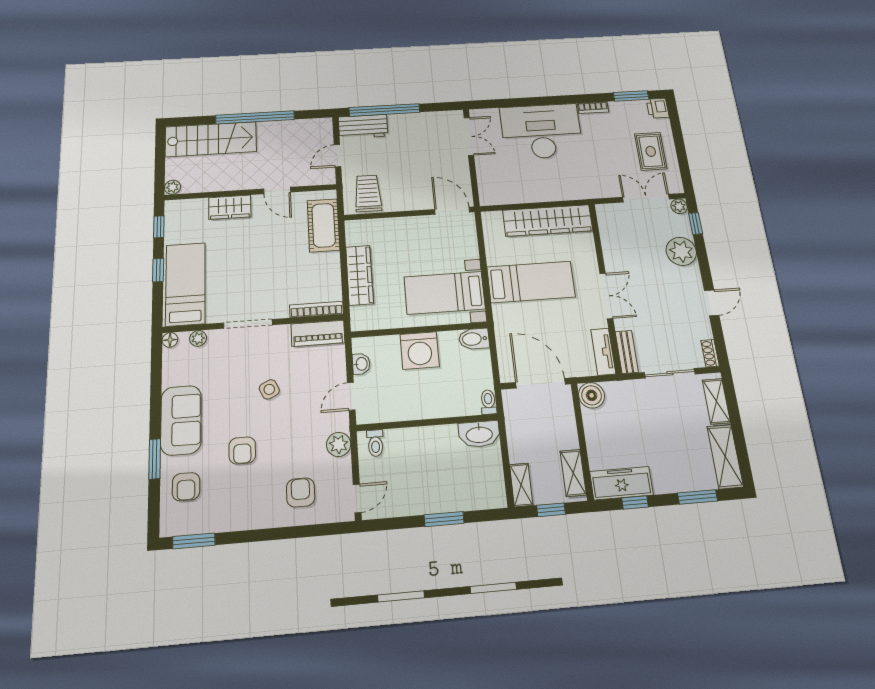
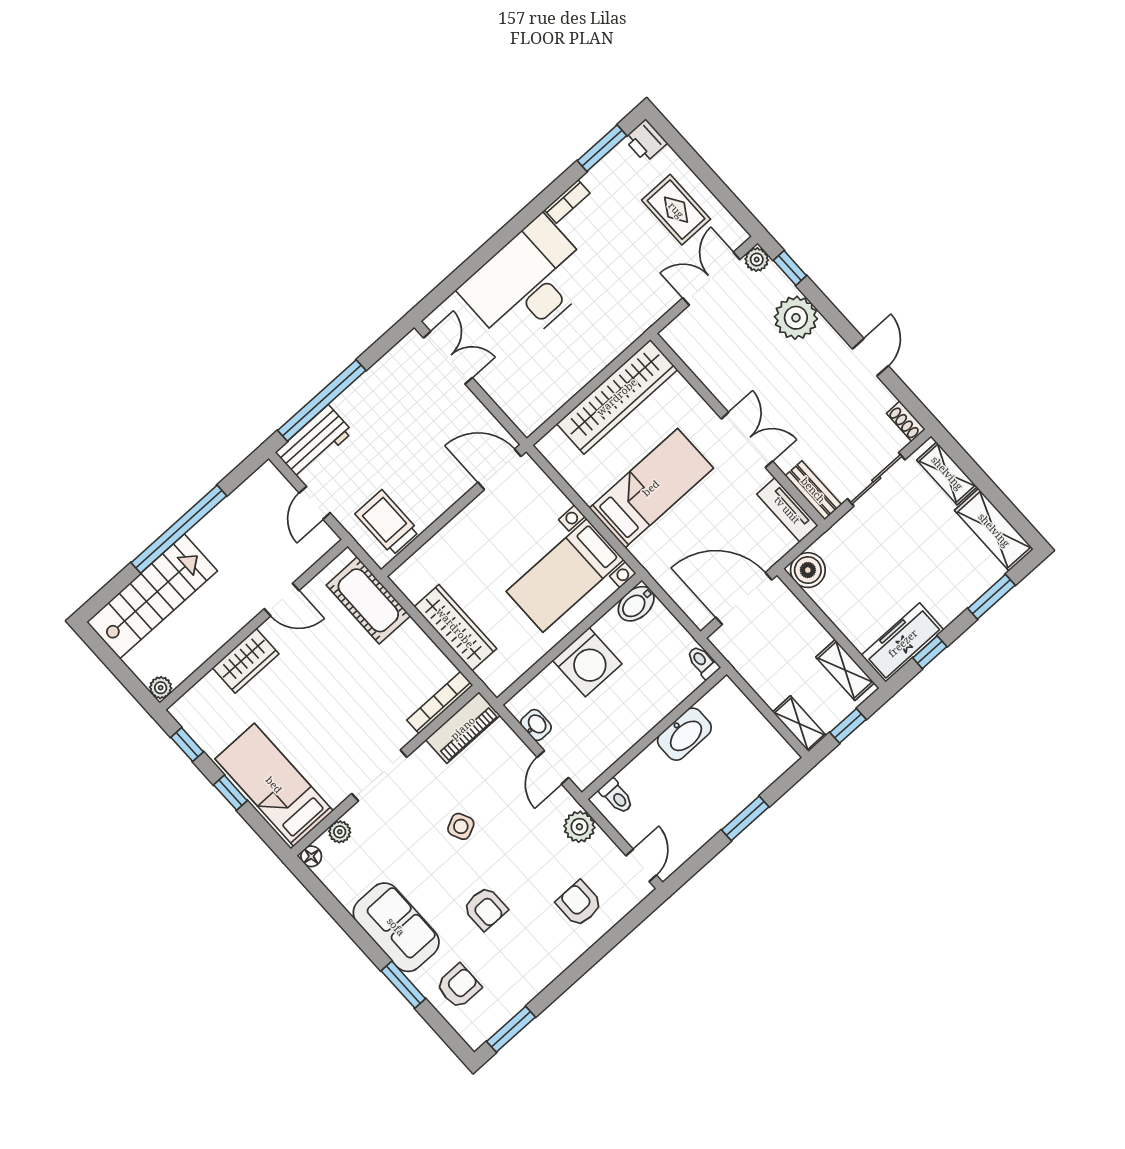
washbasin: (479, 434) -> (684, 734), moved
armchair: (186, 487) -> (459, 986), turned -90

